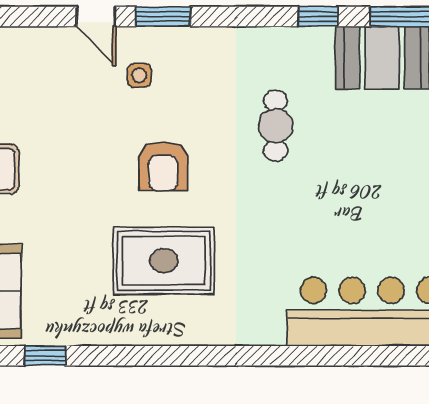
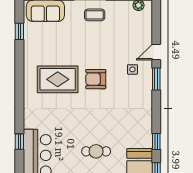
cafe table: (276, 126) -> (96, 151), moved
rug: (164, 261) -> (58, 79), turned 90
window: (318, 356) -> (19, 142), added

